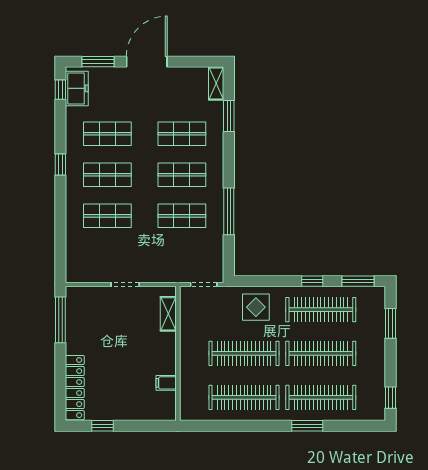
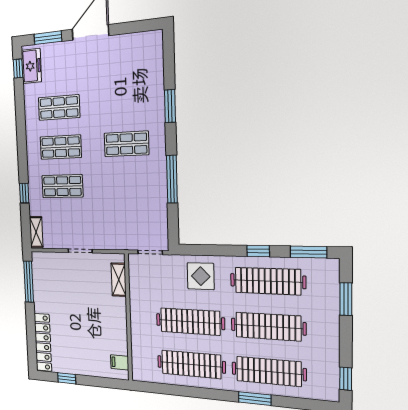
shelving: (216, 83) -> (36, 232), moved
window: (229, 116) -> (170, 106), moved
shop shelf: (182, 134) -> (125, 103), removed
window: (60, 164) -> (24, 193), moved
shop shelf: (182, 216) -> (128, 185), removed
filing cabinet: (166, 383) -> (120, 362), moved

